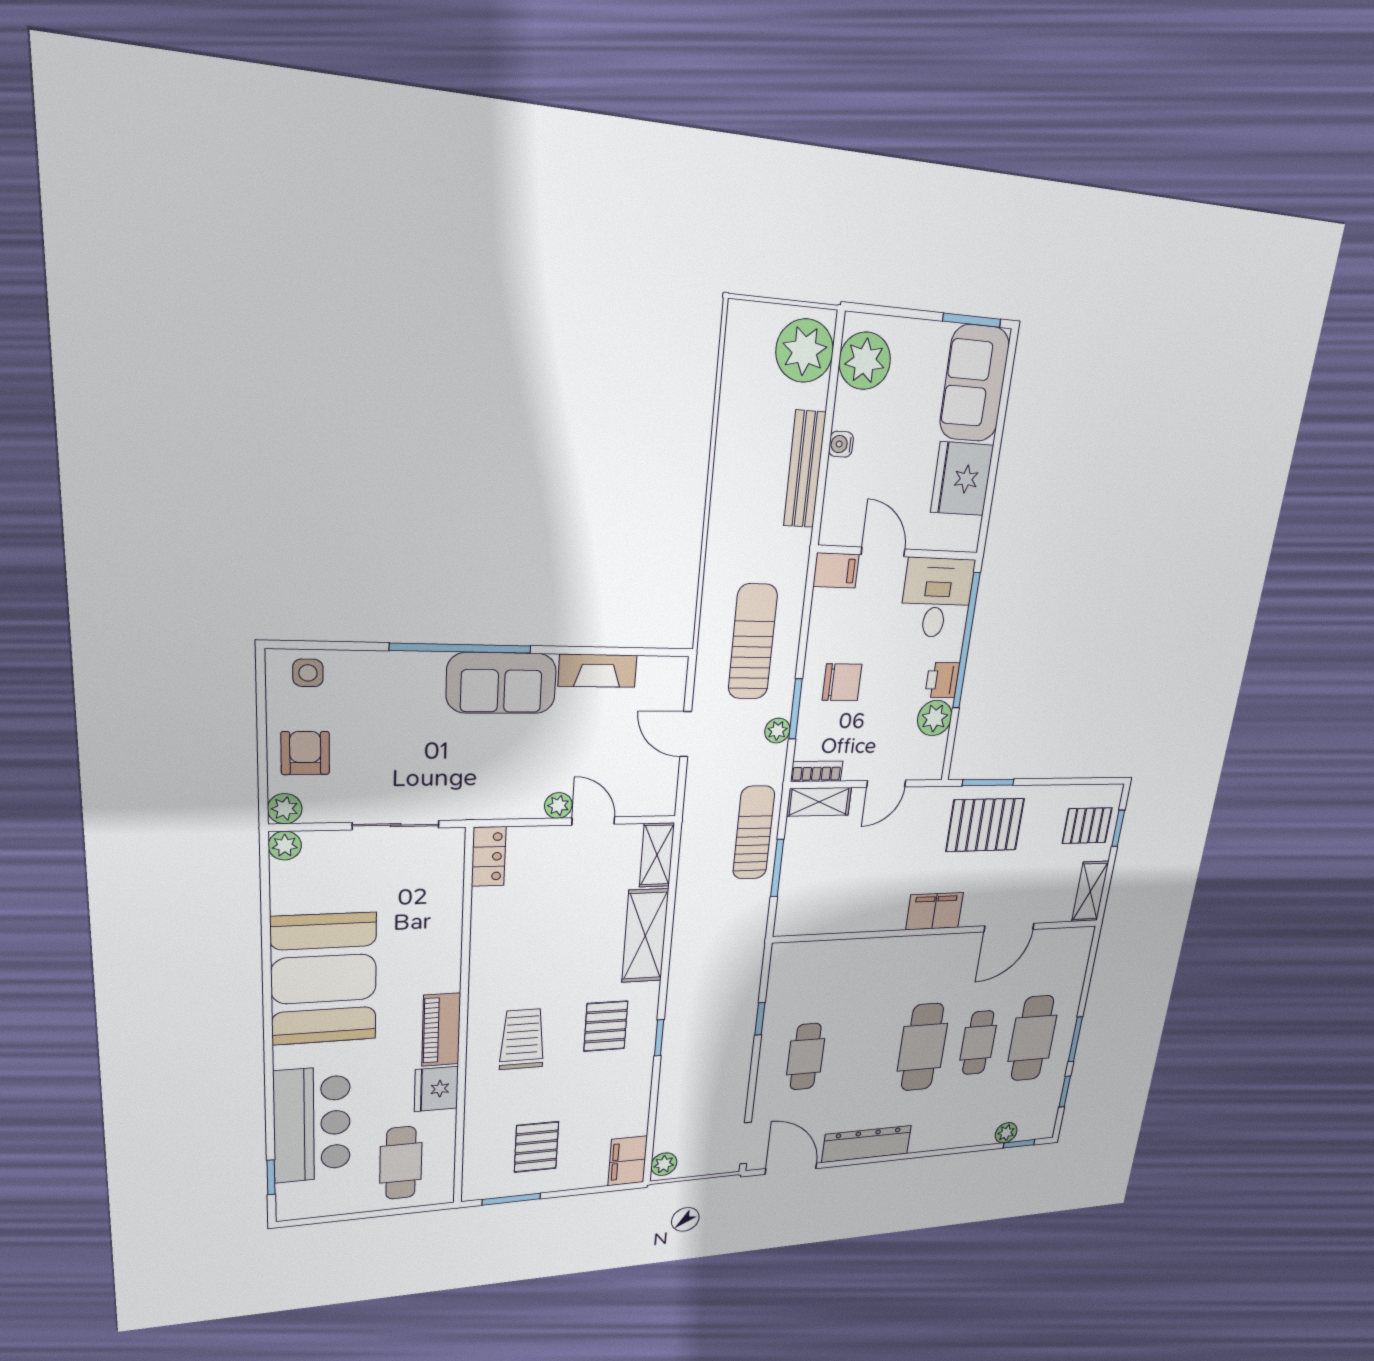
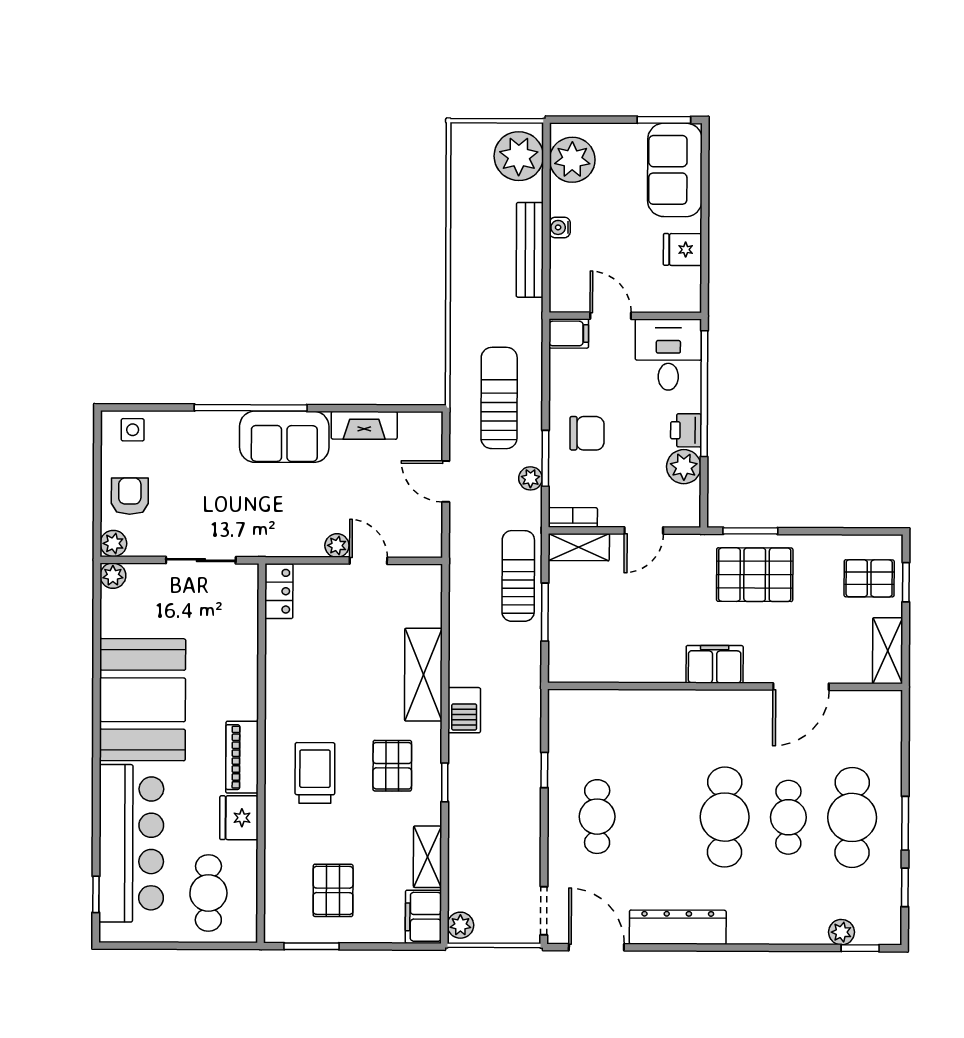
fridge: (962, 479) -> (683, 250), width x0.53, depth x0.75
shelving: (657, 855) -> (427, 857), moved
barbecue: (685, 968) -> (464, 710), added
bar counter: (312, 1124) -> (131, 843), width x1.36

